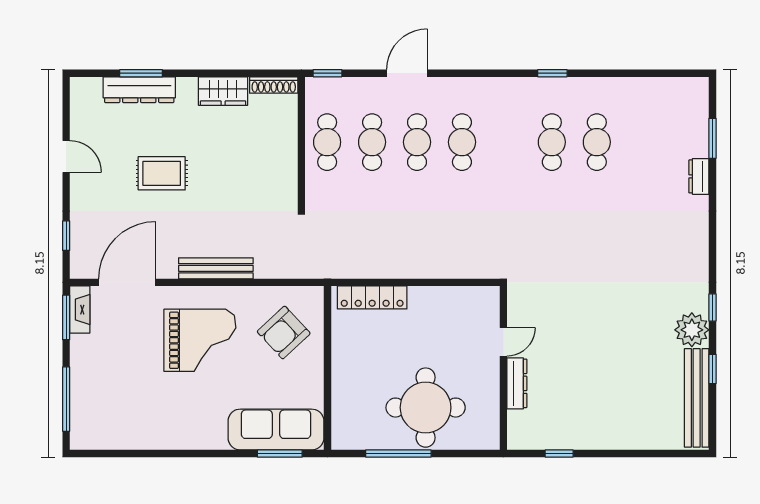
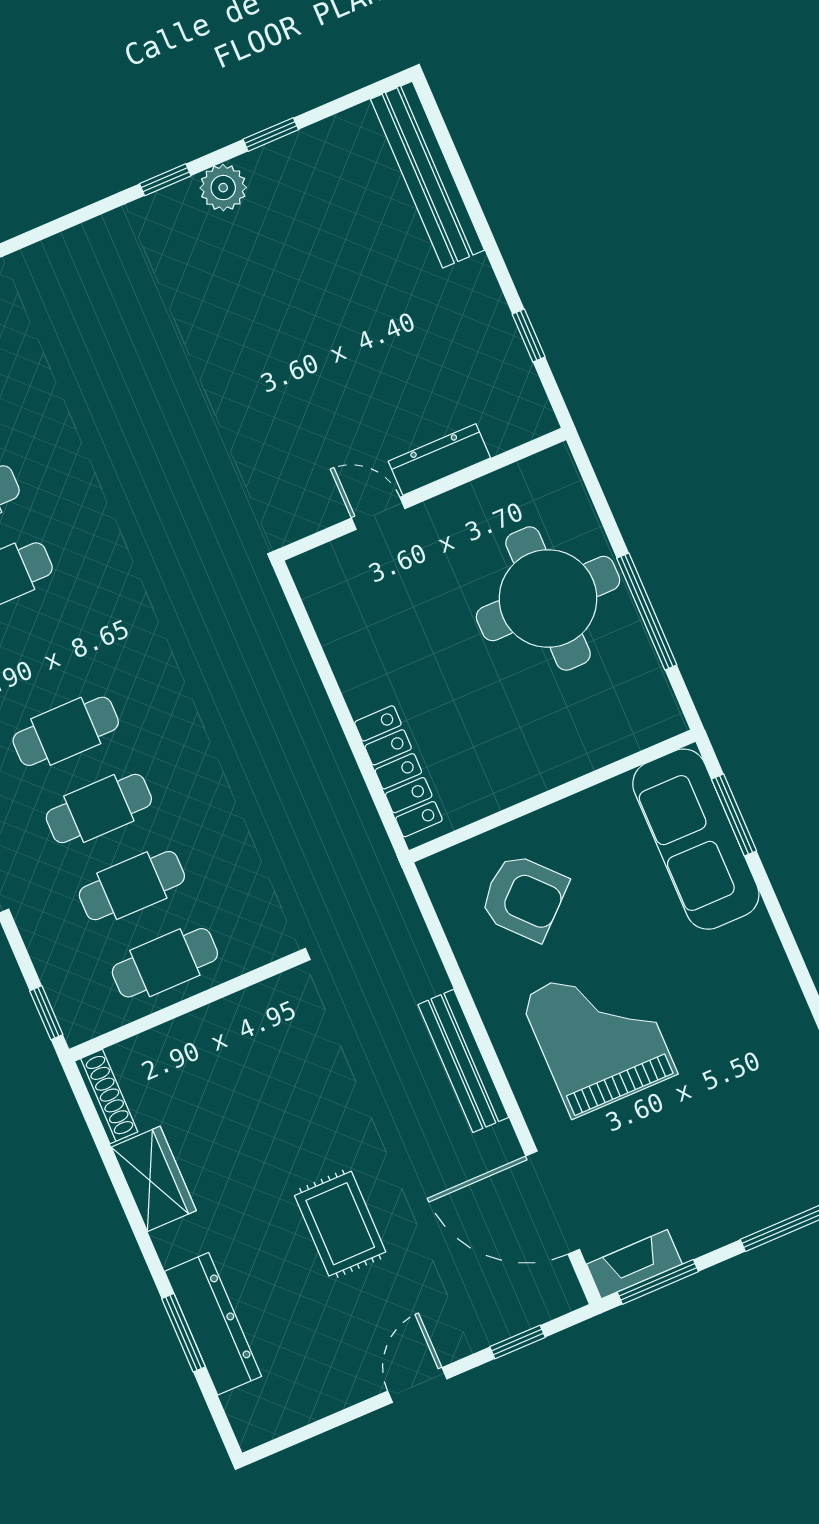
door: (66, 157) -> (417, 1385), moved
plant: (692, 330) -> (223, 188), width x0.73, depth x0.73
bench: (697, 398) -> (427, 175), moved, turned 90

